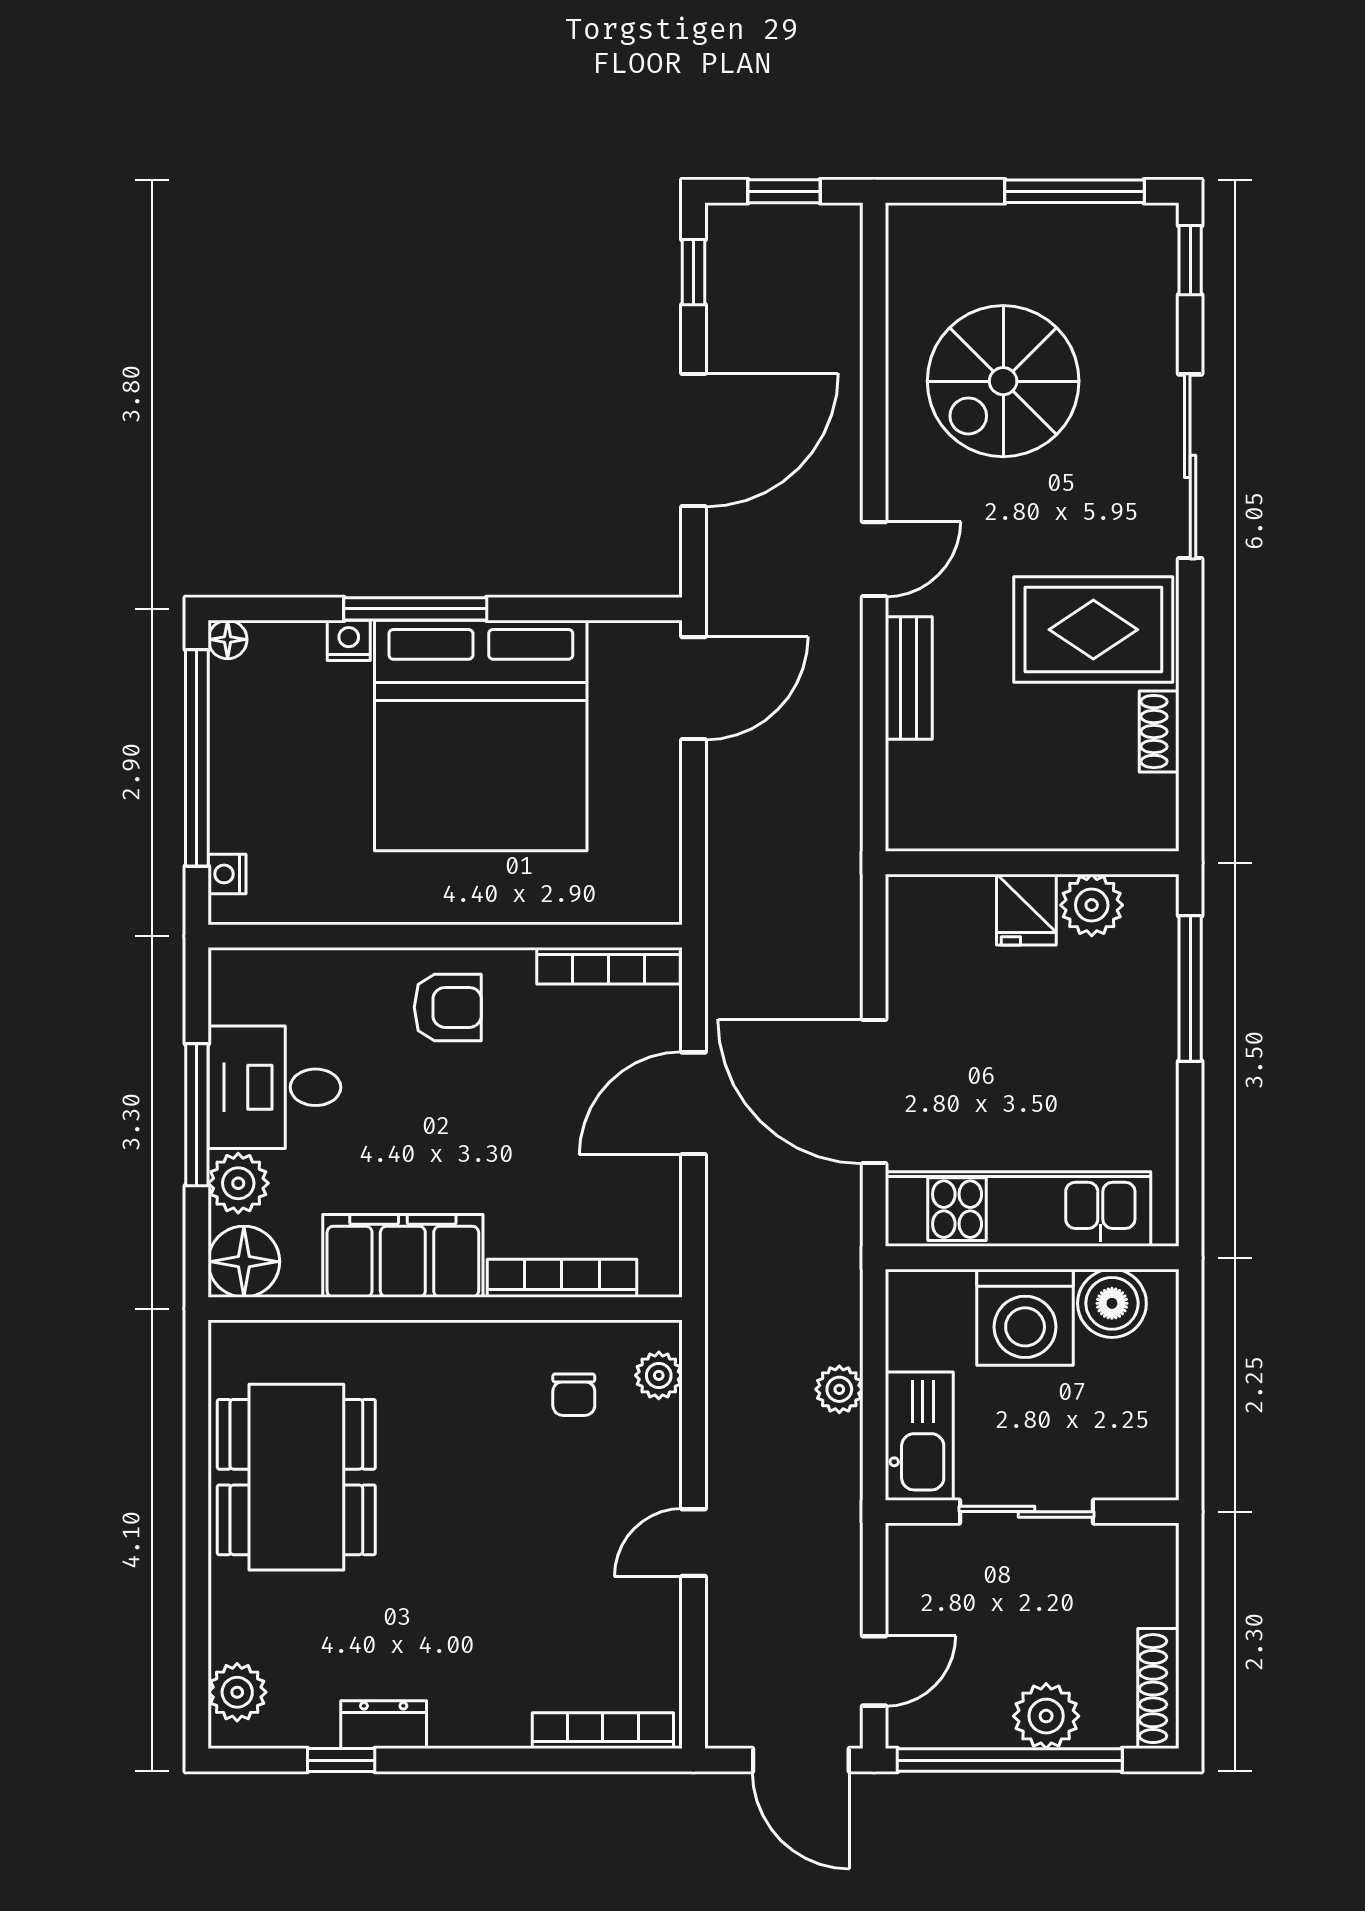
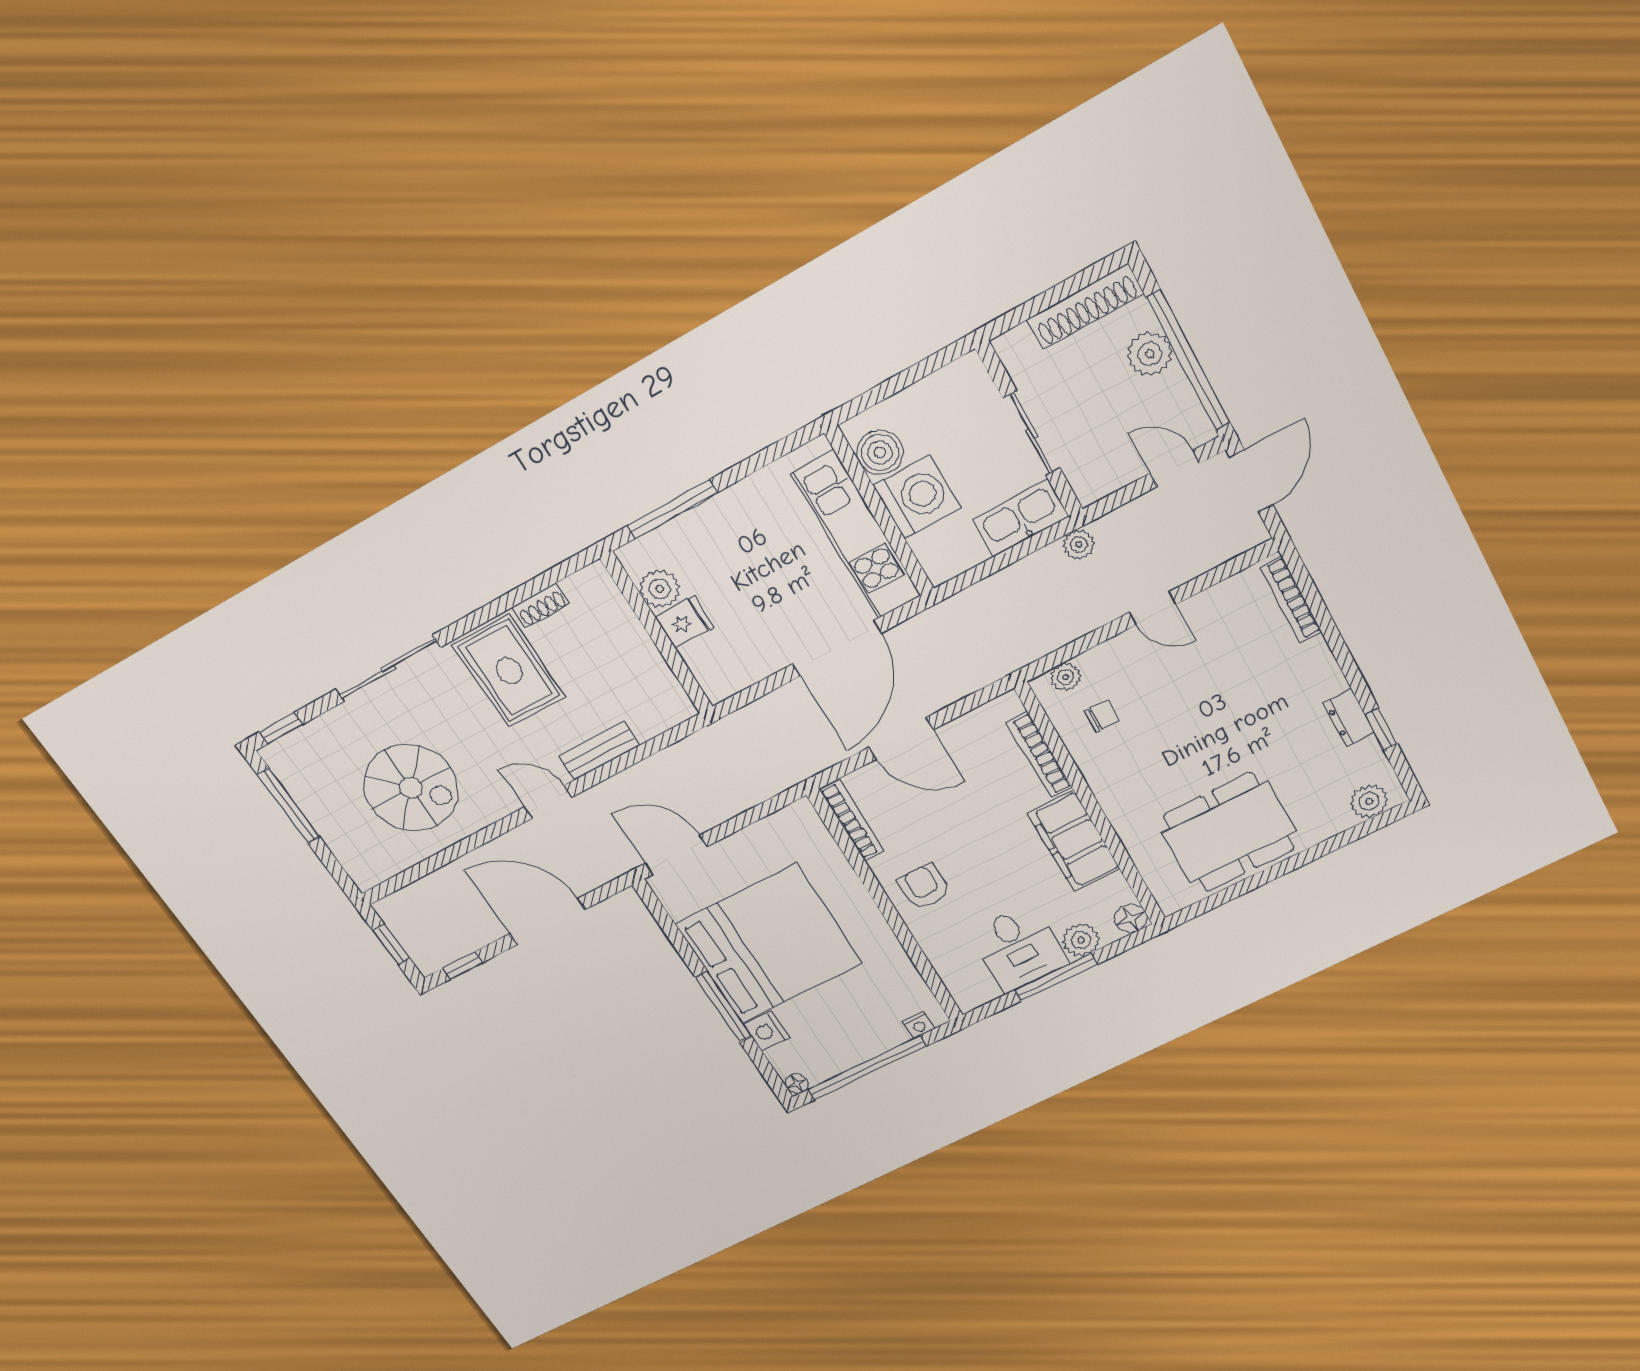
nightstand: (349, 640) -> (767, 1031), width x1.39, depth x1.35
floor lamp: (244, 1262) -> (1131, 918), width x0.73, depth x0.73
plant: (839, 1389) -> (1079, 545), moved
shoe rack: (1158, 1689) -> (1085, 307), width x1.36, depth x1.24

